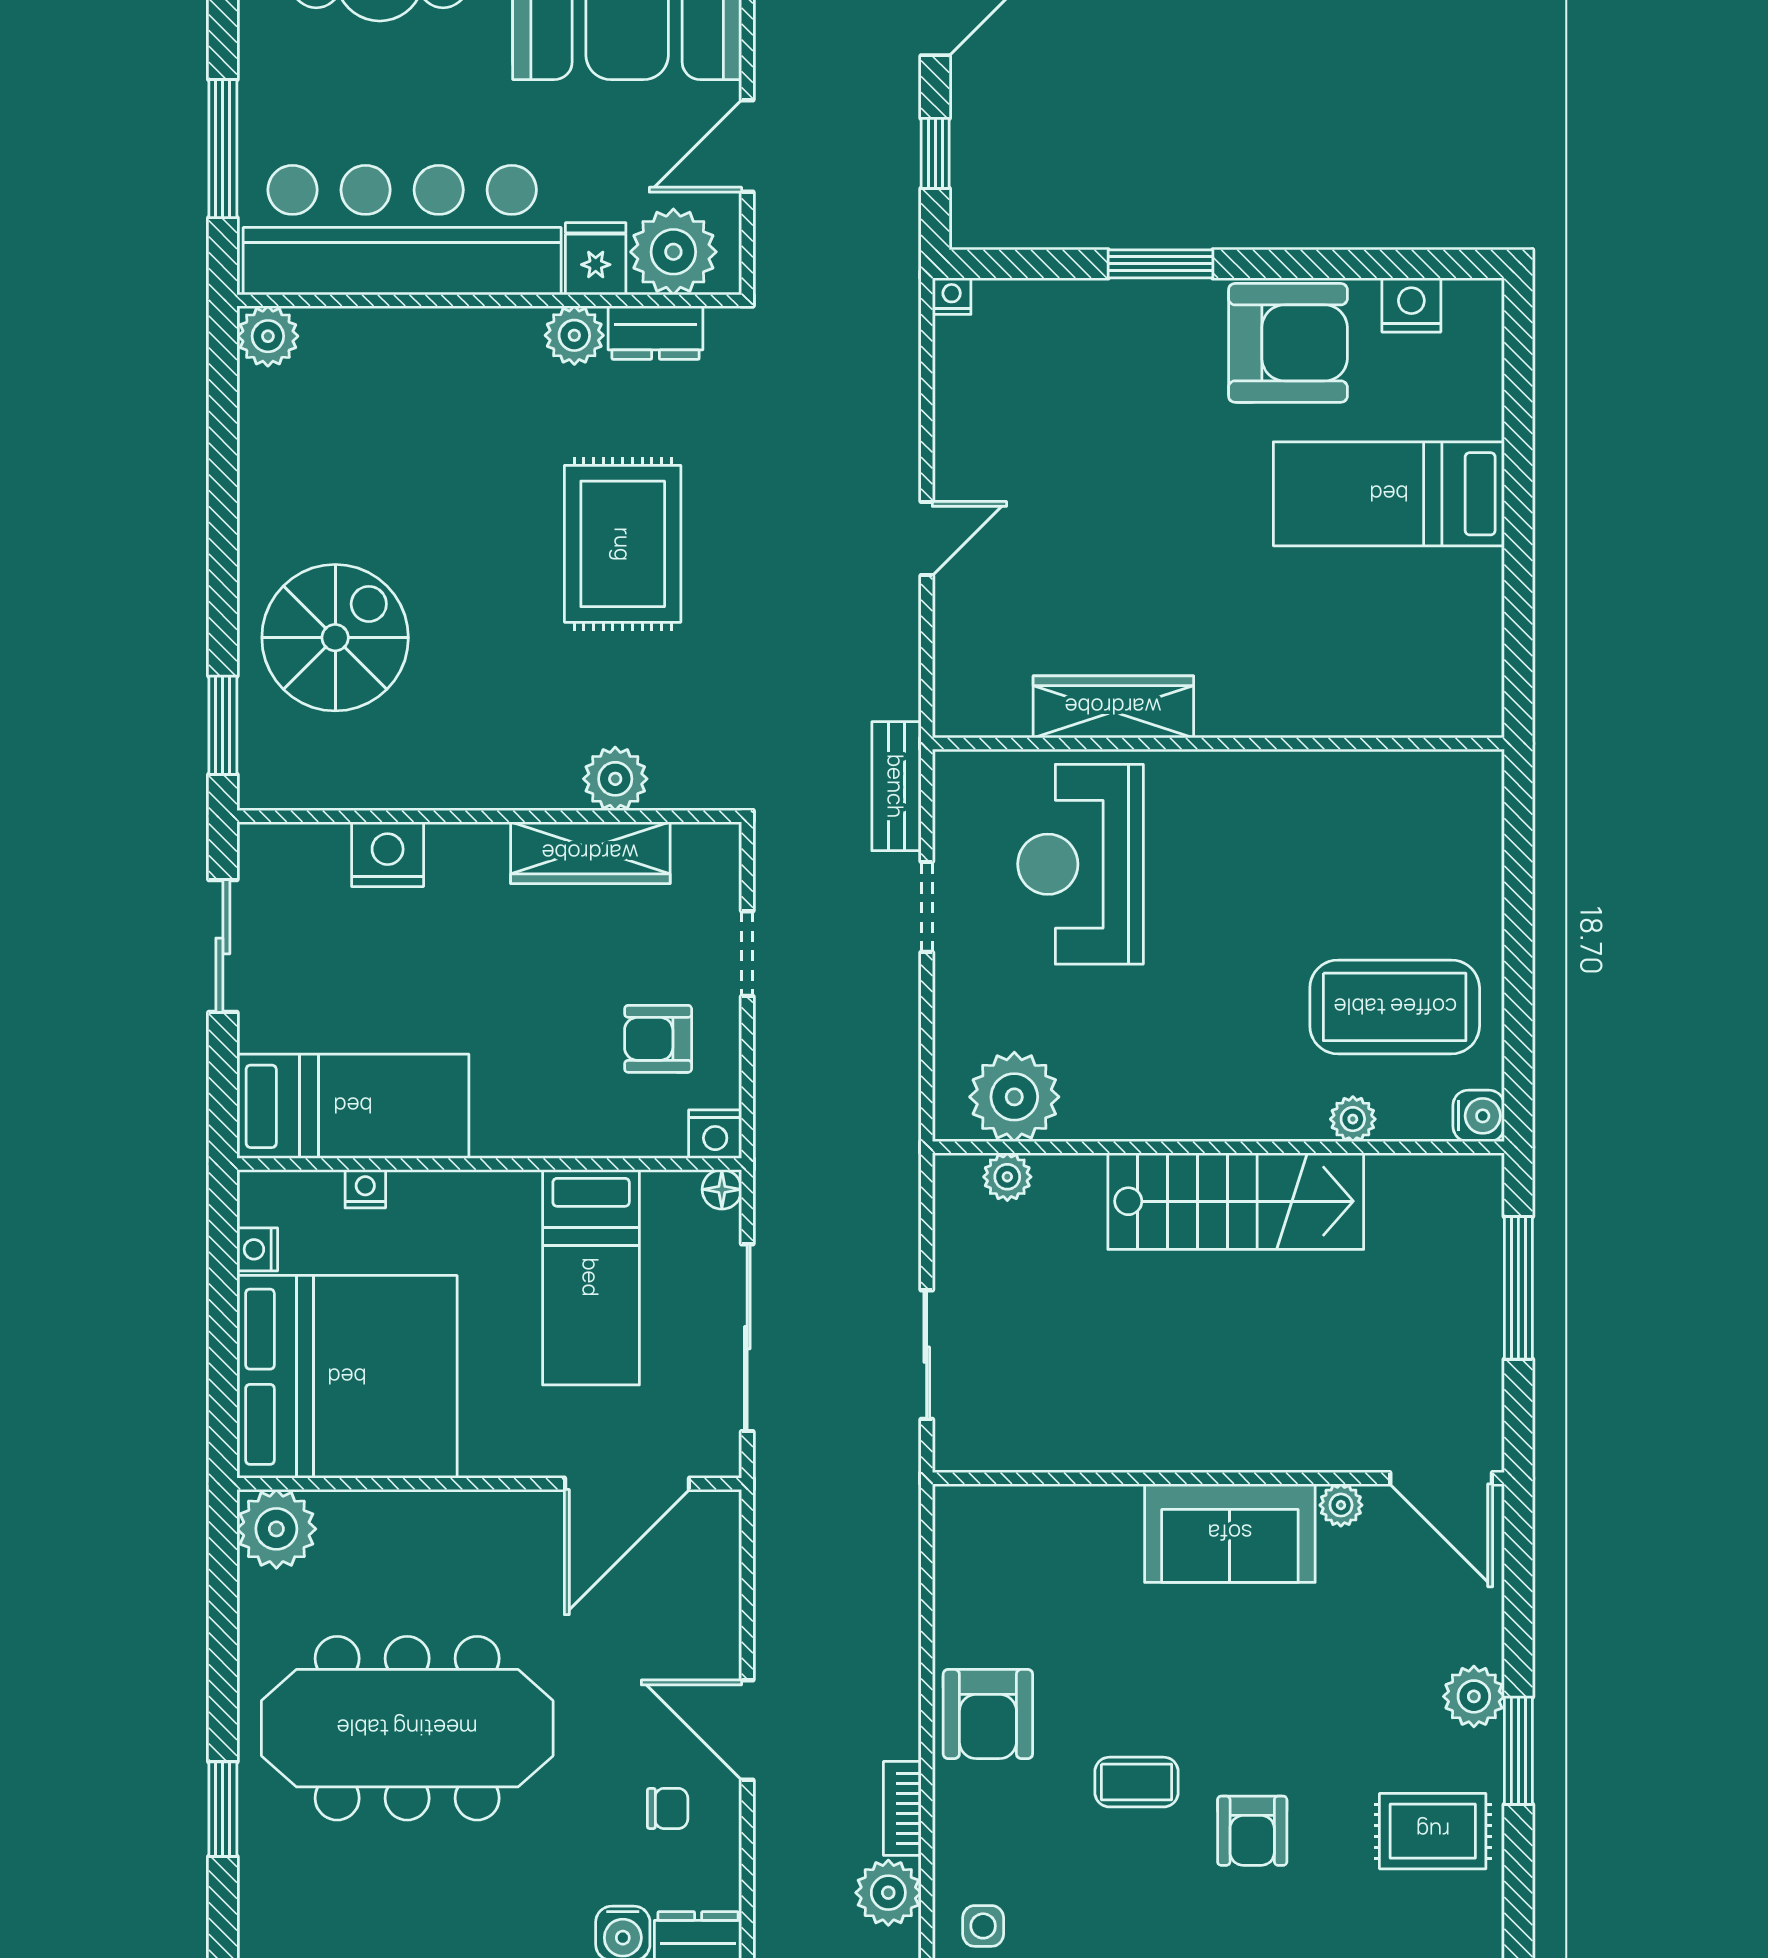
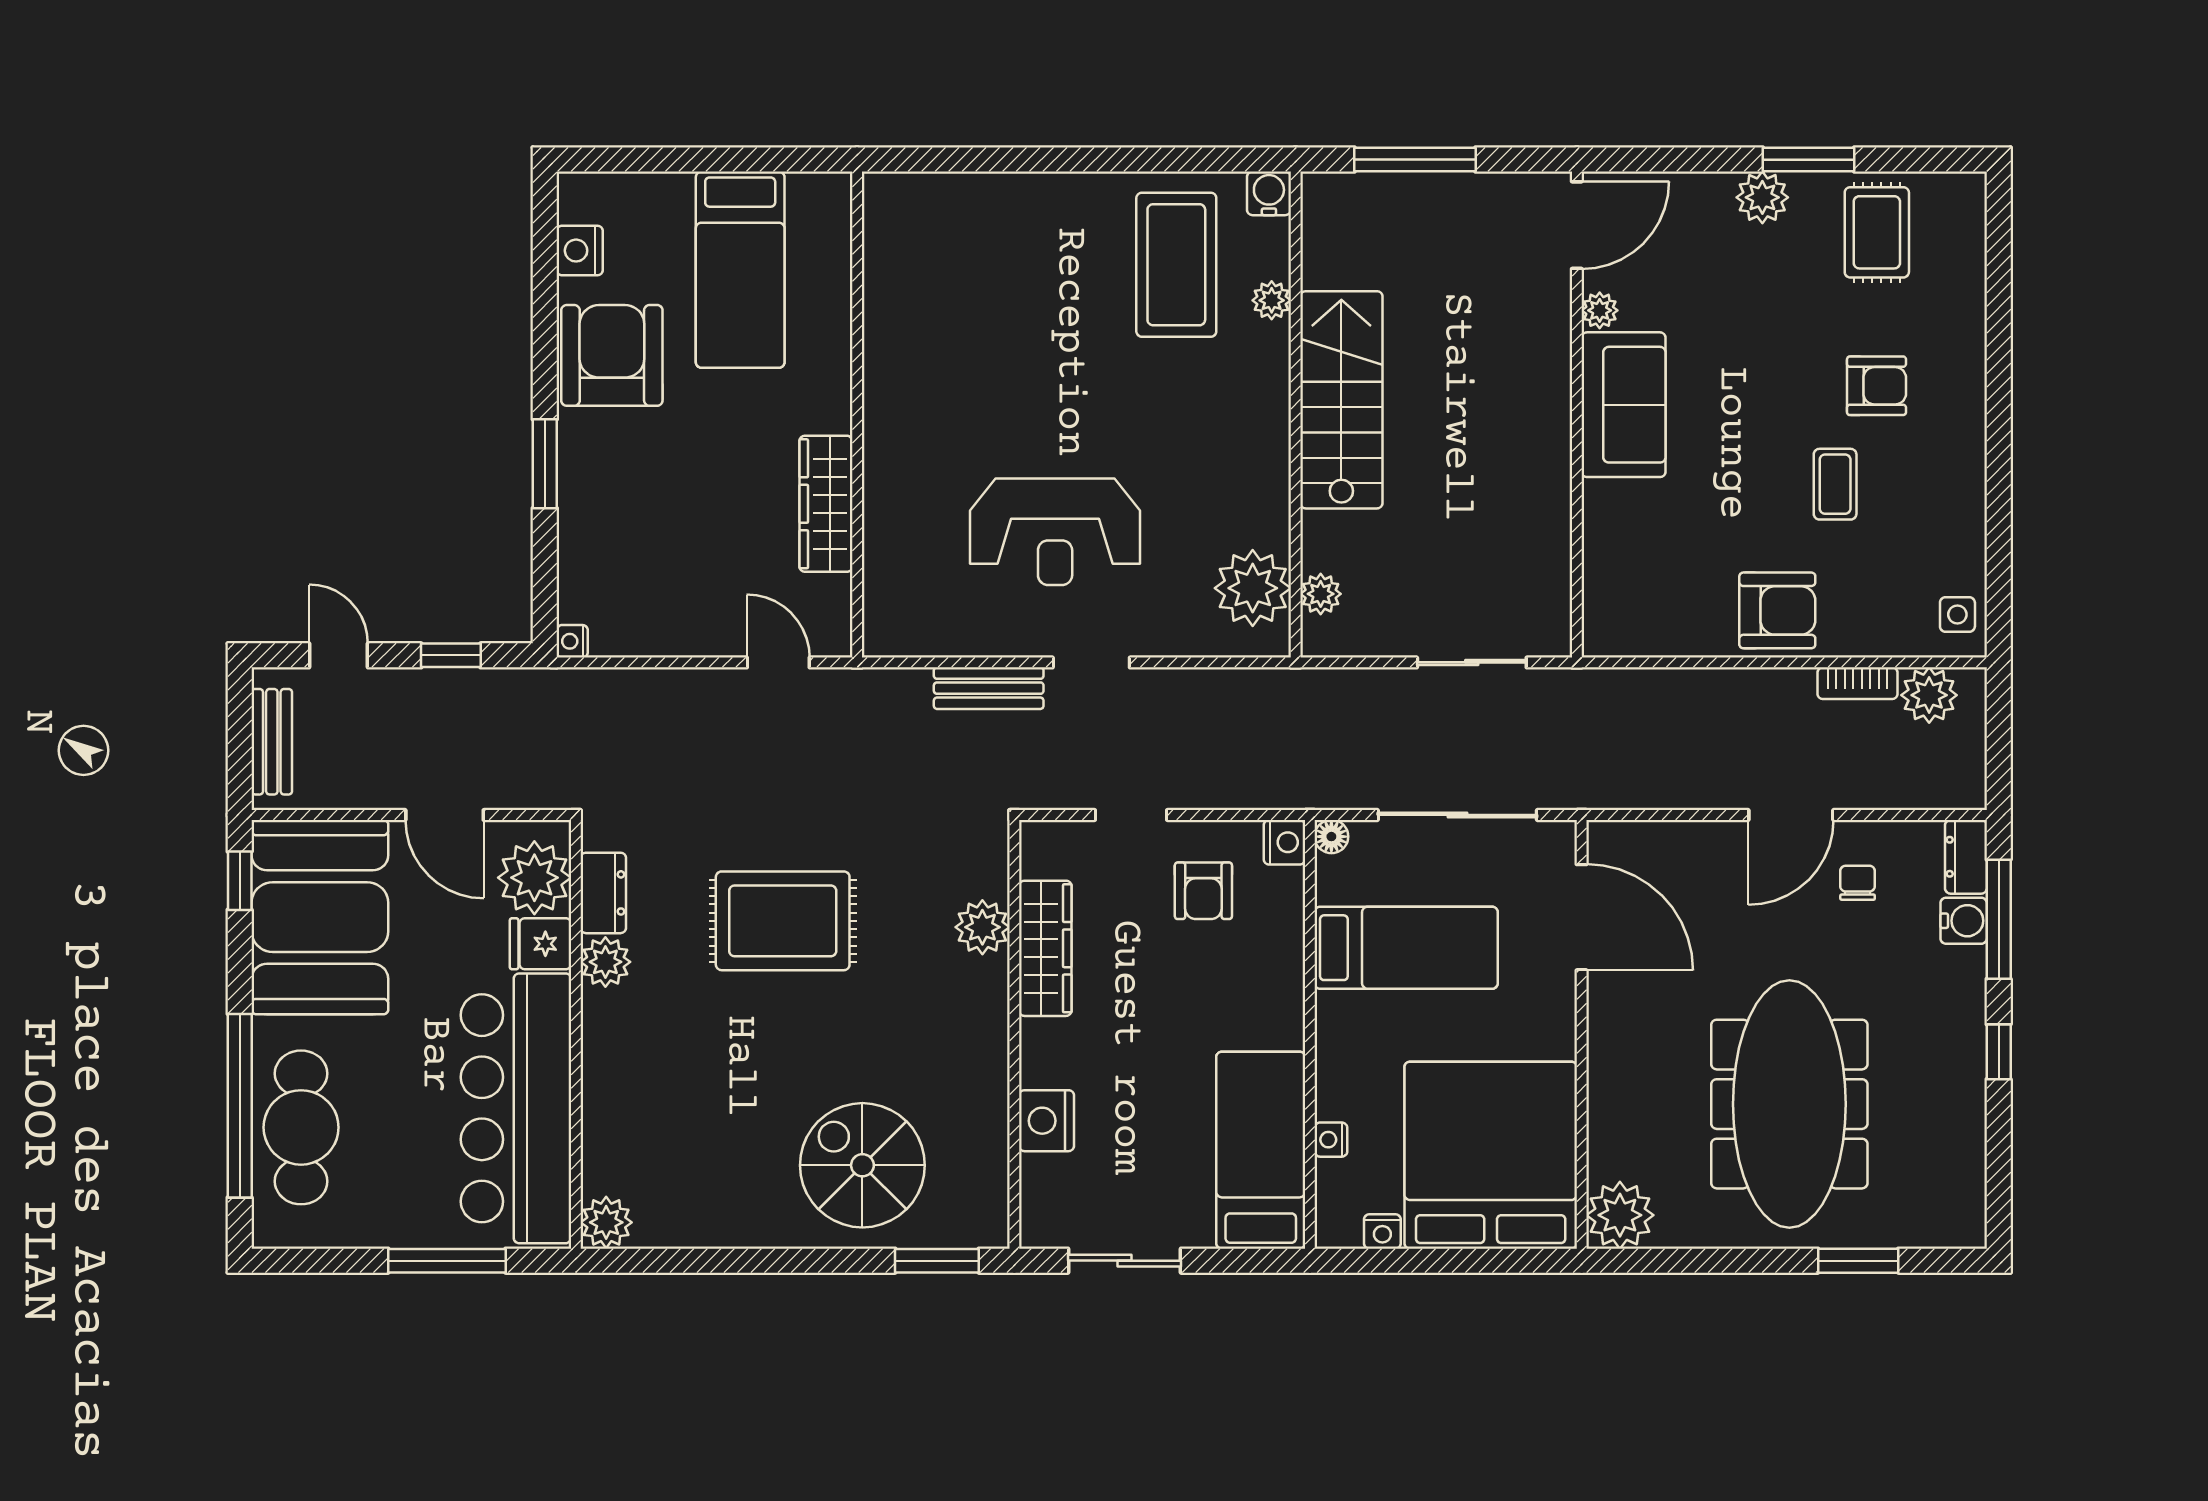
wardrobe: (1113, 707) -> (826, 504), moved
wall: (1218, 743) -> (857, 415), moved

